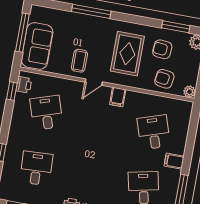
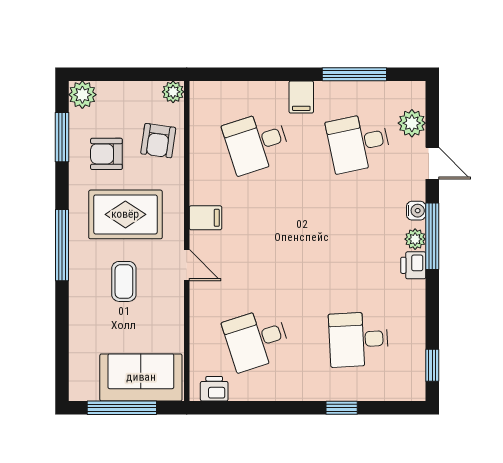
window: (91, 11) -> (62, 245), moved
armchair: (162, 49) -> (106, 154), turned 85
coffee table: (79, 61) -> (124, 281), moved, turned 90
window: (12, 91) -> (229, 408), removed

